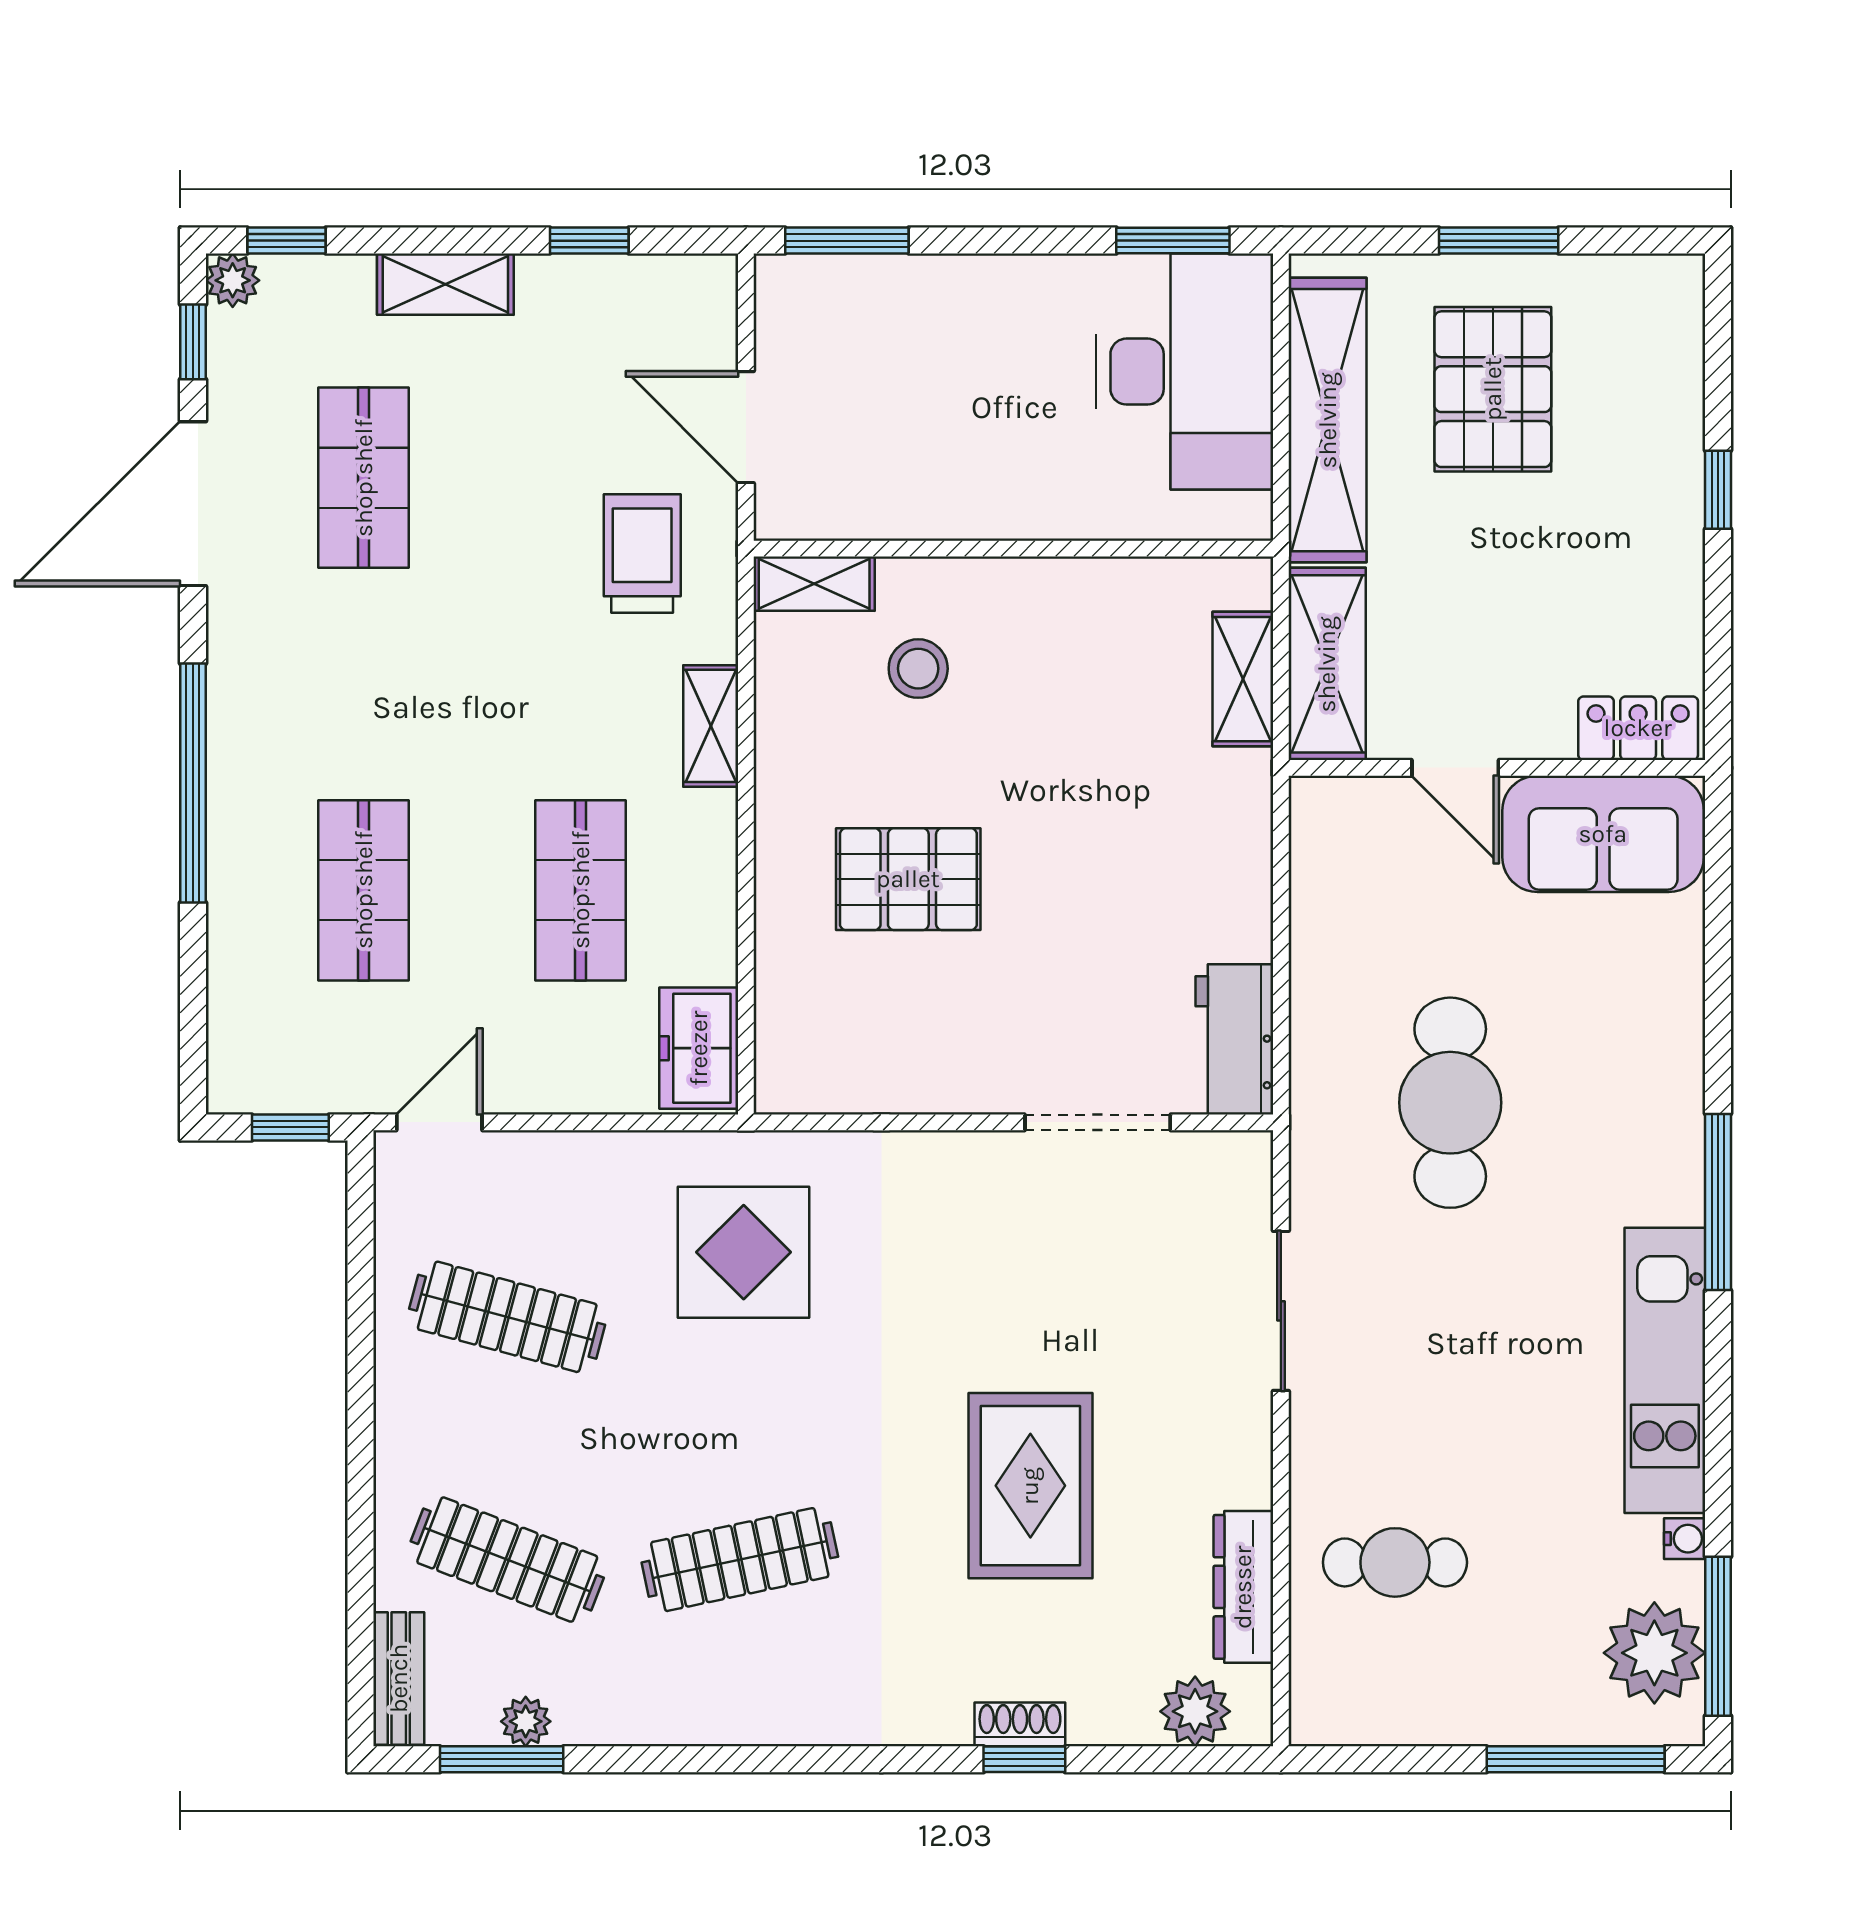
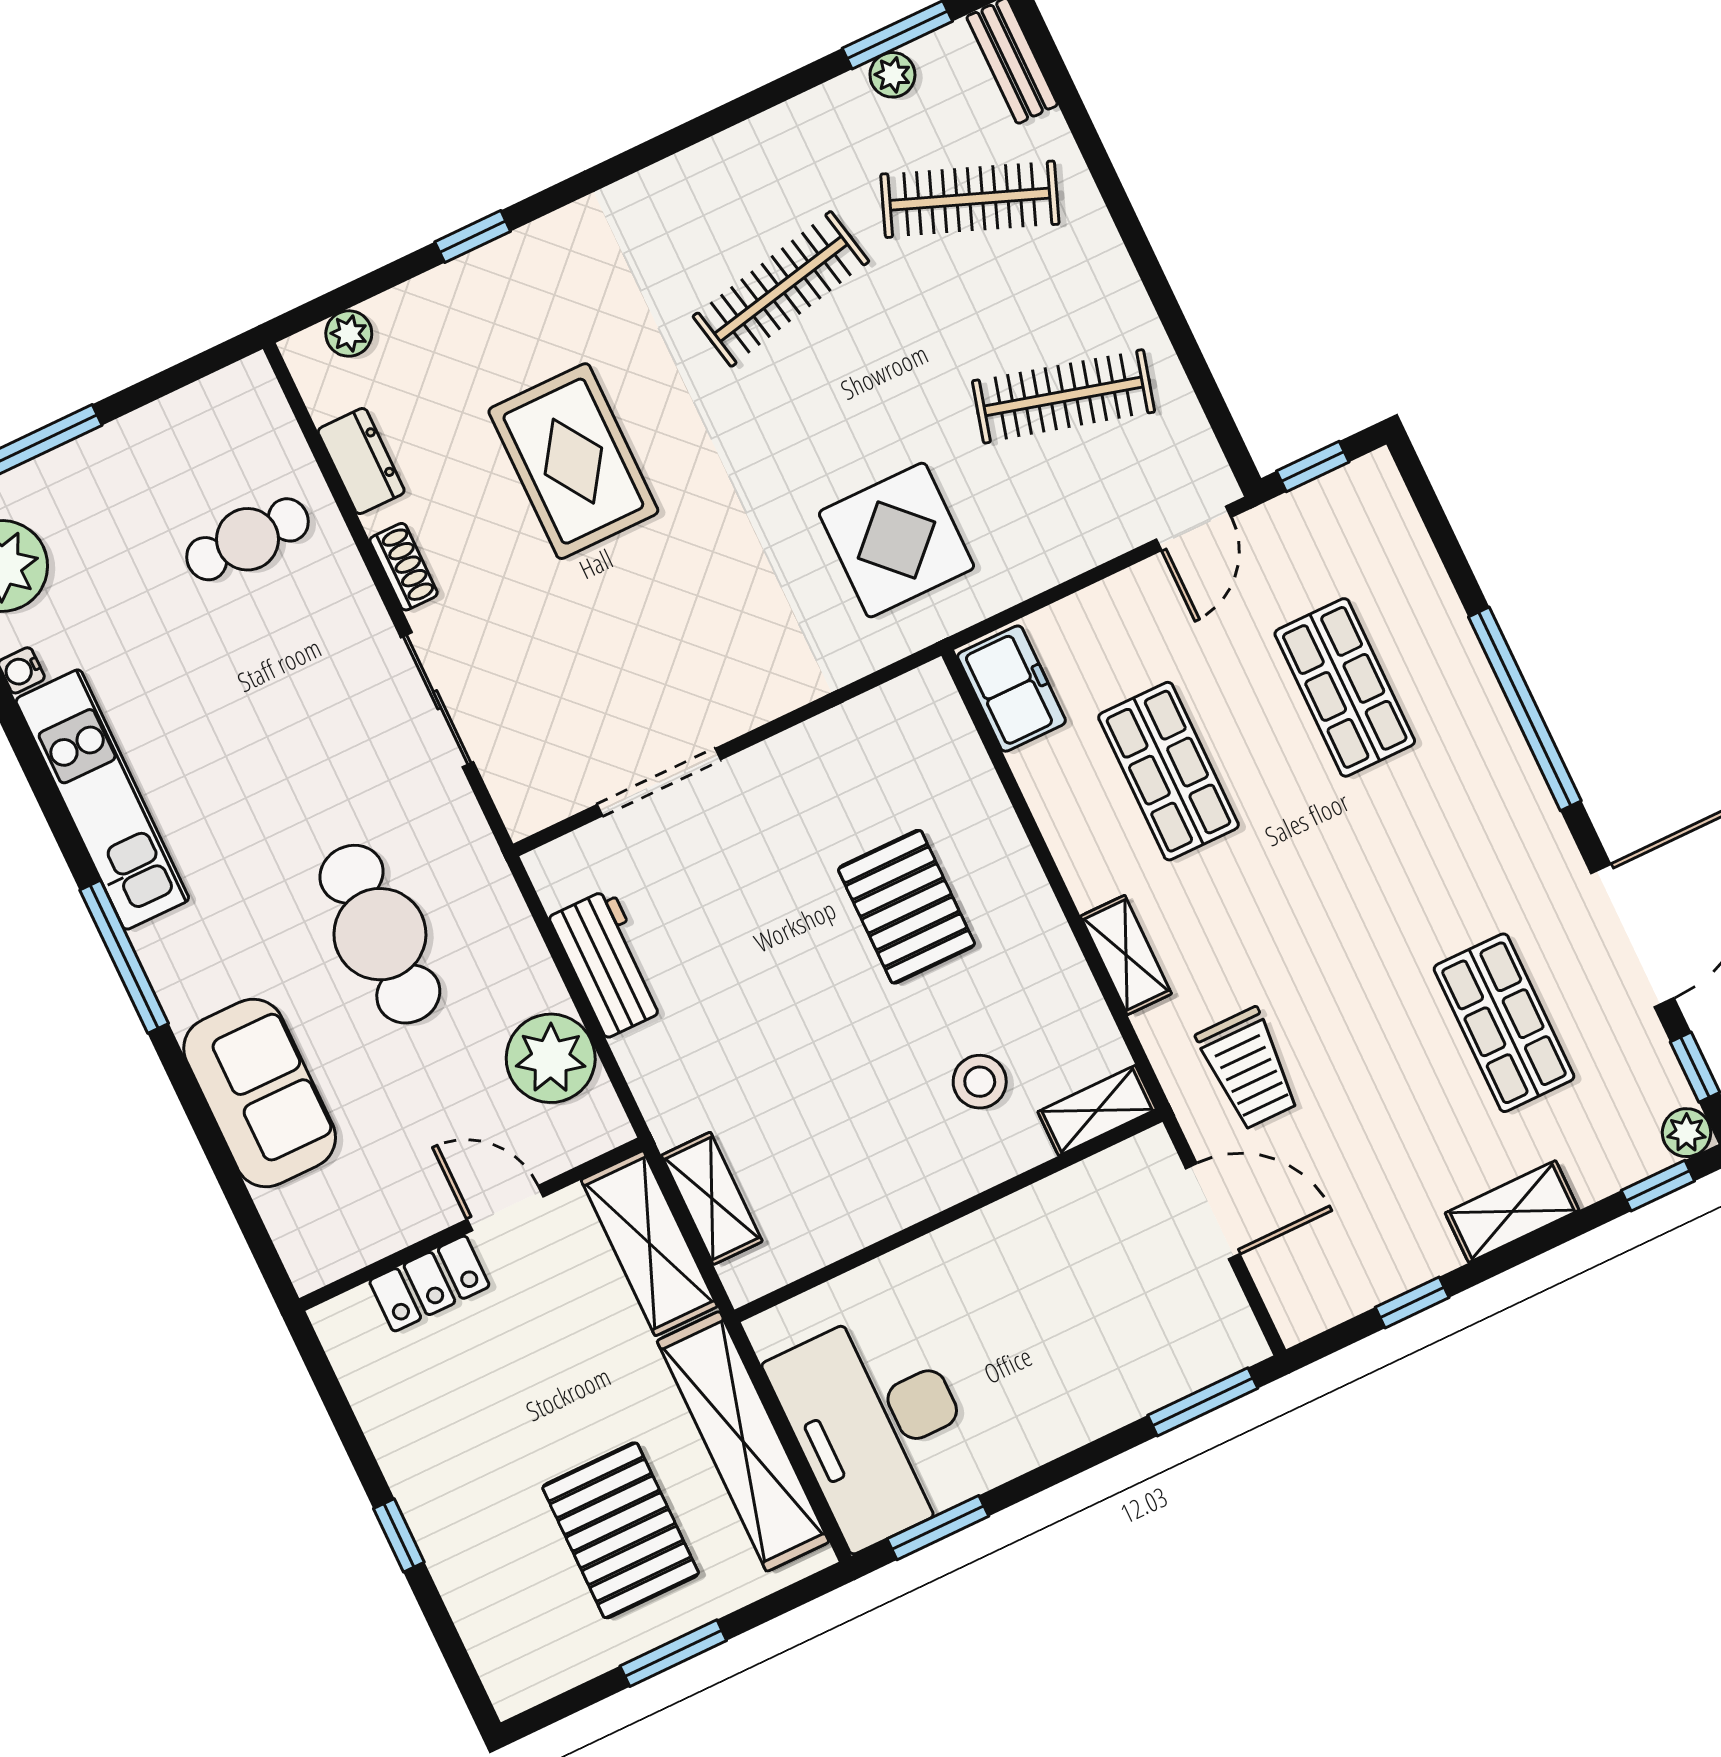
locker: (1638, 728) -> (429, 1284), moved
sofa: (1603, 834) -> (260, 1093), moved, turned 90
pallet: (908, 879) -> (906, 907), turned 90
plant: (1338, 897) -> (551, 1058), added
workbench: (1234, 1039) -> (609, 963), moved
dresser: (1243, 1587) -> (361, 461), width x0.70
plant: (1195, 1711) -> (349, 334), width x0.73, depth x0.73
shoe rack: (1020, 1724) -> (404, 567), moved, turned -90

